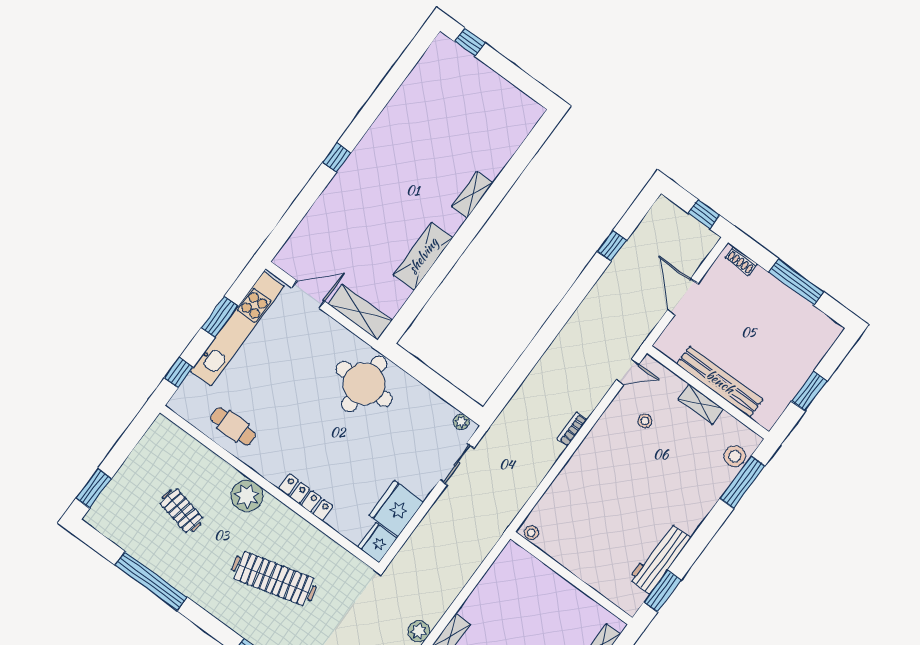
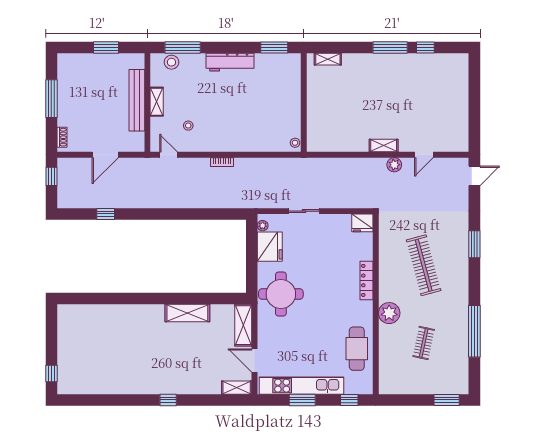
shelving: (472, 195) -> (237, 388), moved
cafe table: (233, 426) -> (357, 349), width x1.37, depth x1.35
sliding door: (457, 464) -> (304, 211), moved
fridge: (396, 508) -> (270, 247), moved, turned -90
workbench: (660, 558) -> (230, 62), moved

